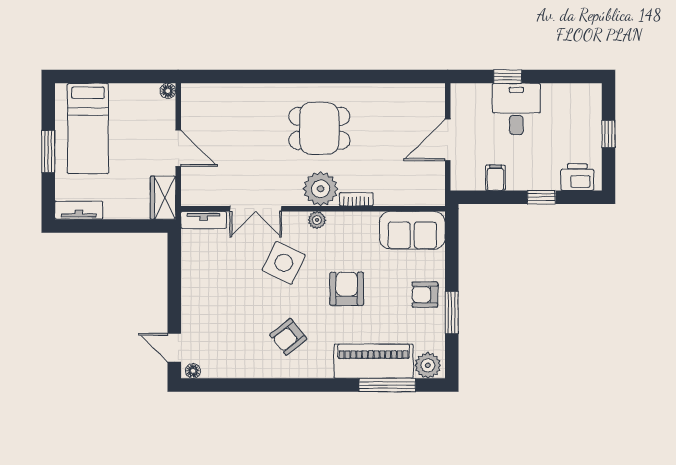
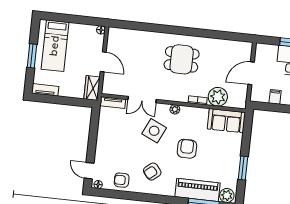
plant: (321, 189) -> (218, 97), moved
armchair: (425, 295) -> (122, 180), moved

